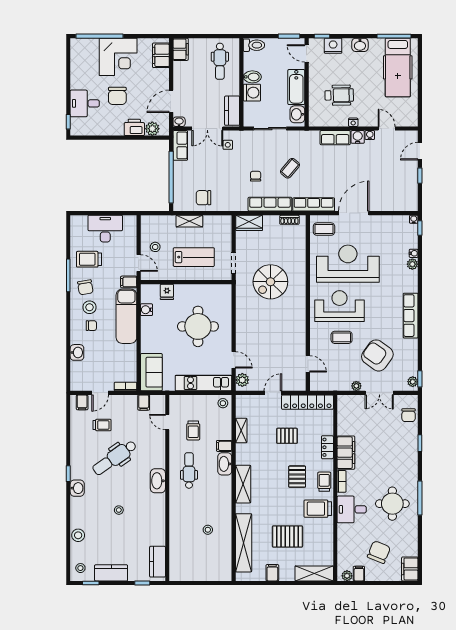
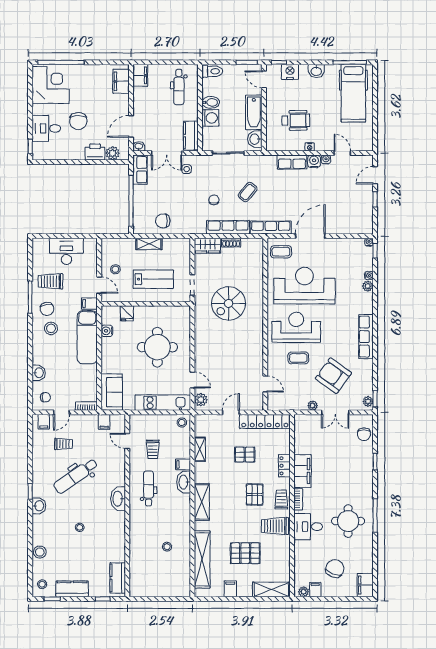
corner desk: (118, 57) -> (51, 85), moved, turned -90
shoe rack: (289, 220) -> (231, 243), moved
chair: (91, 326) -> (45, 397), moved

